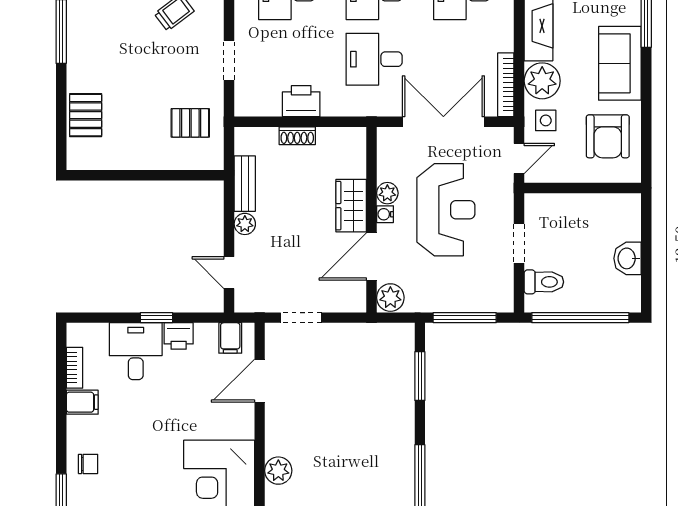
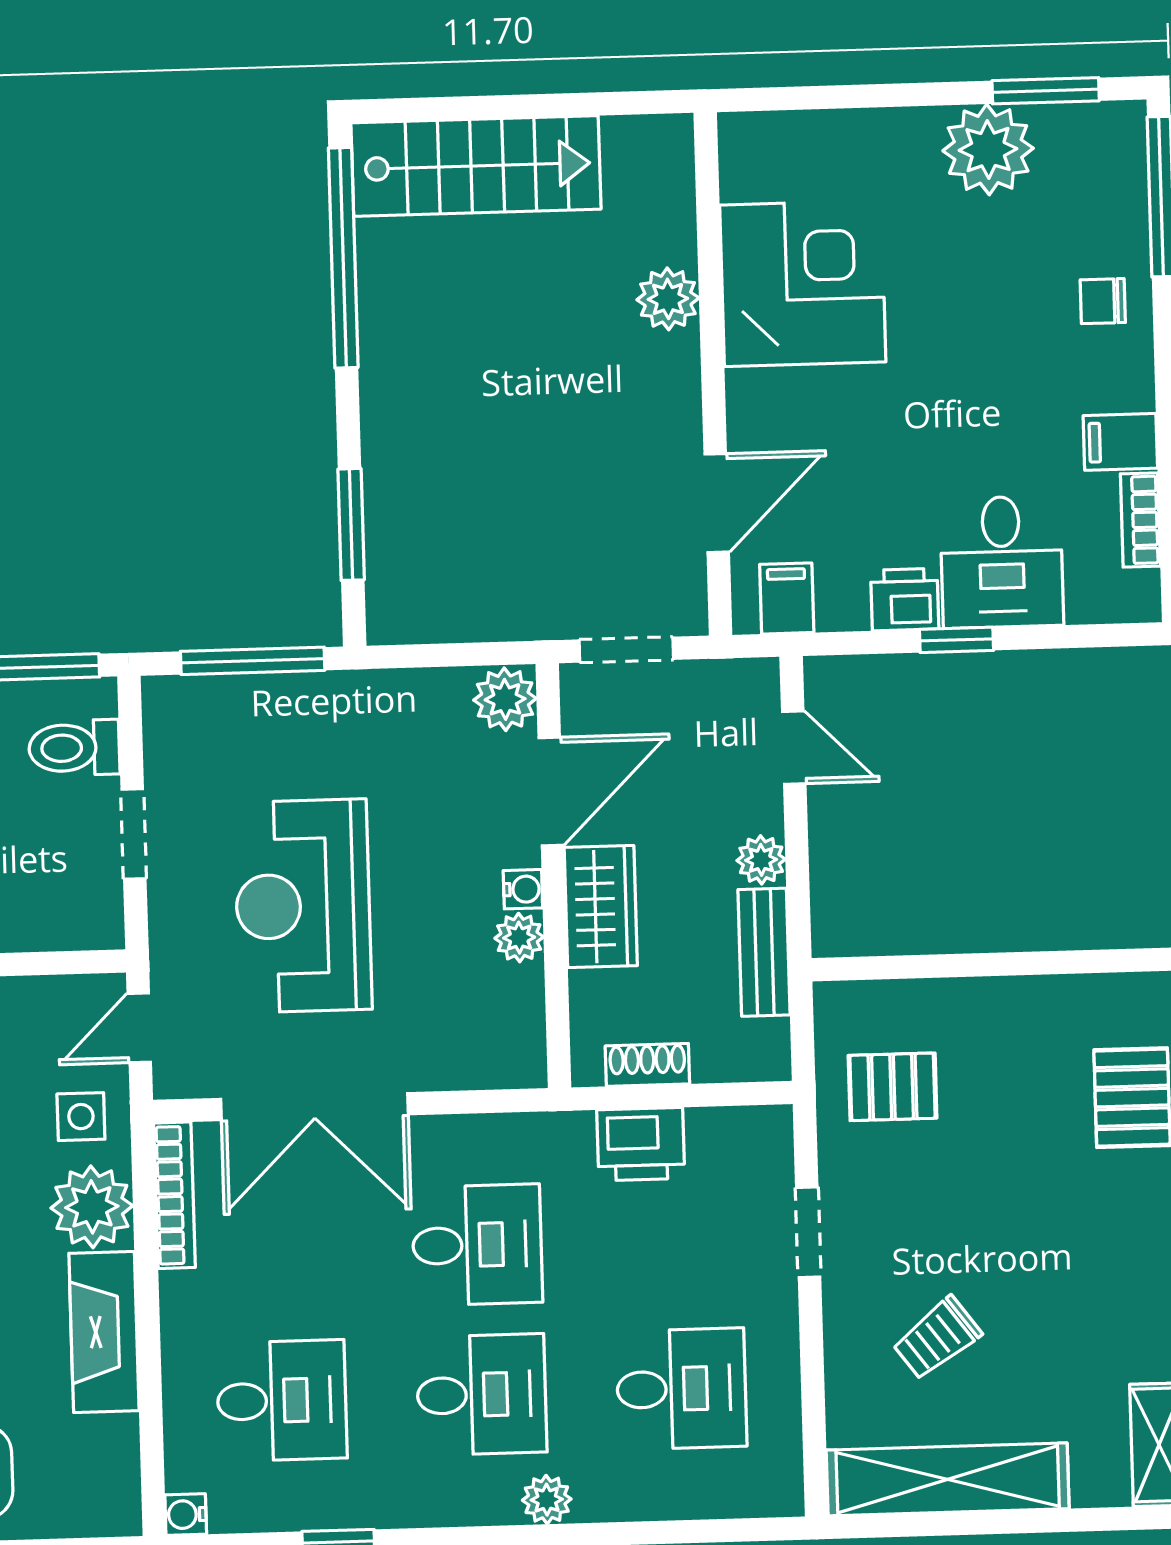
plant: (387, 193) -> (519, 938), moved
wardrobe: (351, 206) -> (601, 907), moved
water cooler: (385, 214) -> (523, 889), moved
wall: (372, 220) -> (553, 876), moved
door: (372, 257) -> (551, 791), moved
plant: (390, 298) -> (505, 699), moved

